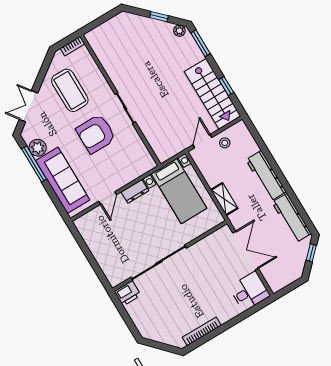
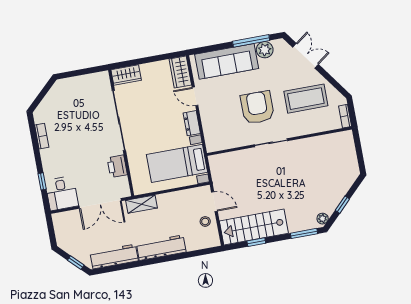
shelving: (224, 199) -> (141, 204), moved
wardrobe: (90, 221) -> (180, 72), added
wardrobe: (112, 272) -> (126, 75), added
printer: (128, 293) -> (117, 166), moved
window: (245, 315) -> (42, 181), added
bookcase: (202, 331) -> (42, 136), width x0.64

